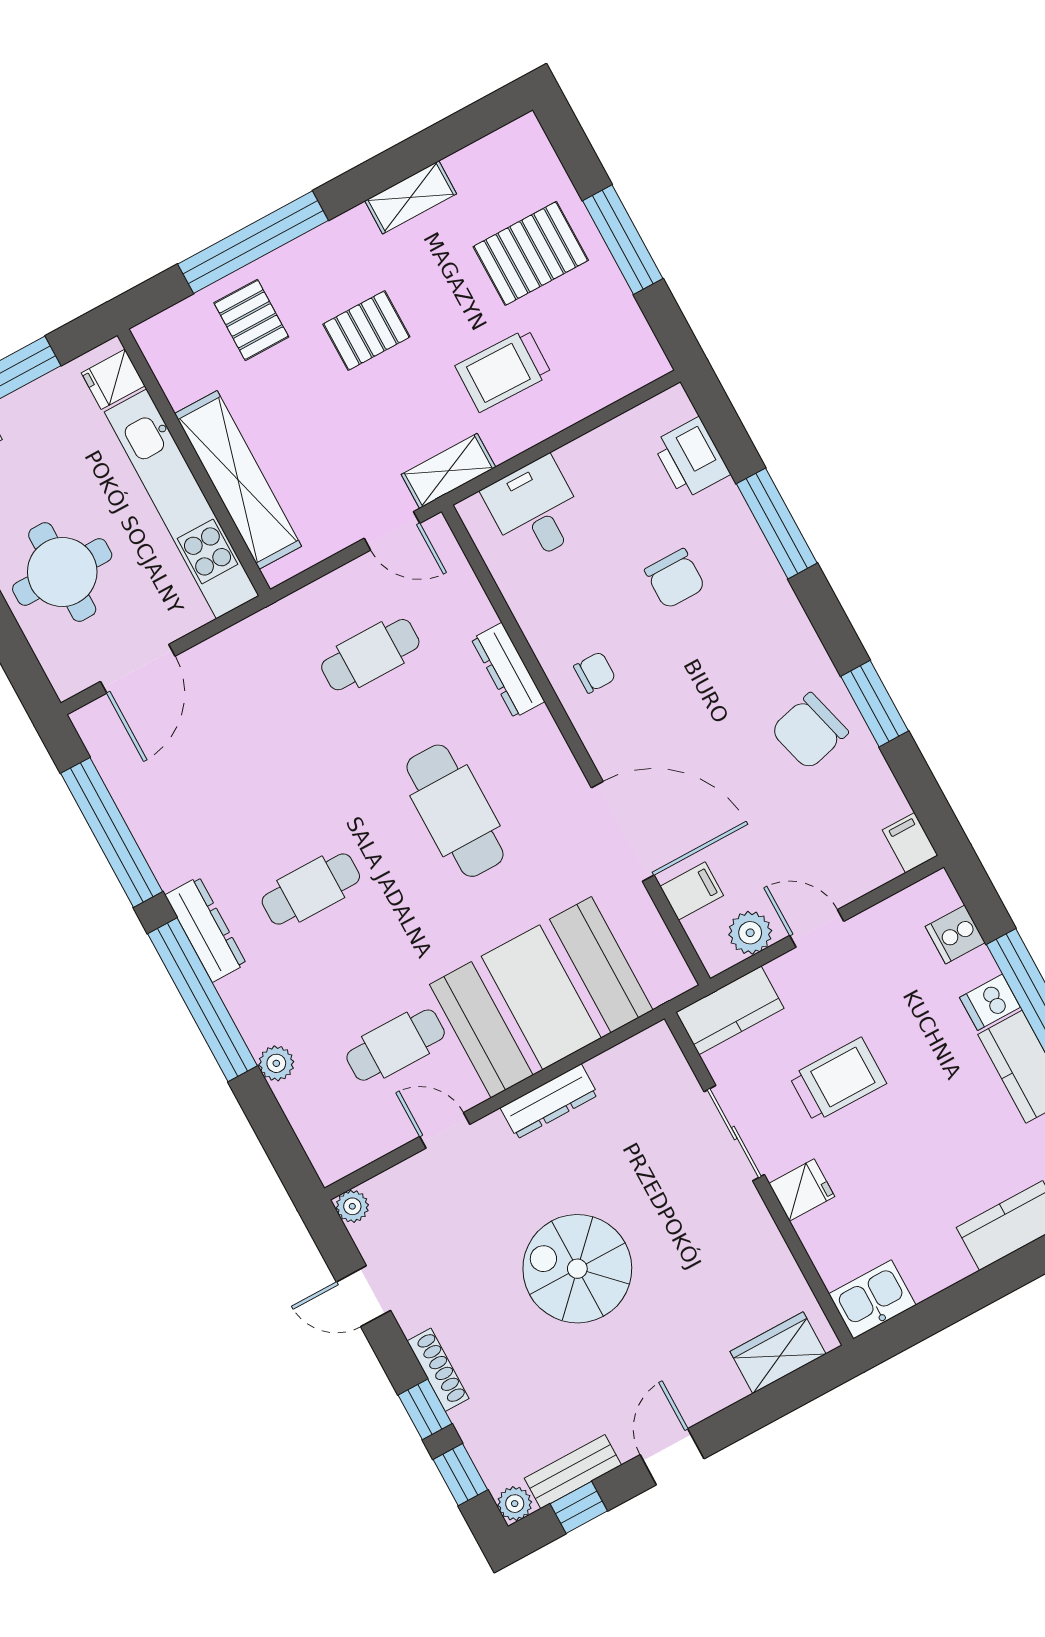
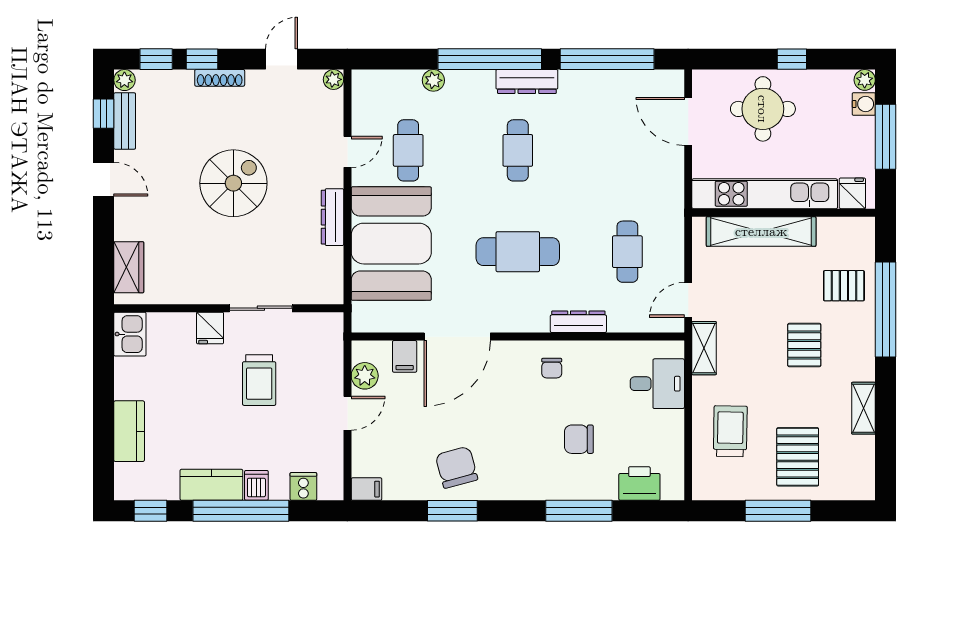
trolley: (504, 370) -> (730, 431), moved
kitchen counter: (730, 1010) -> (329, 342), removed

